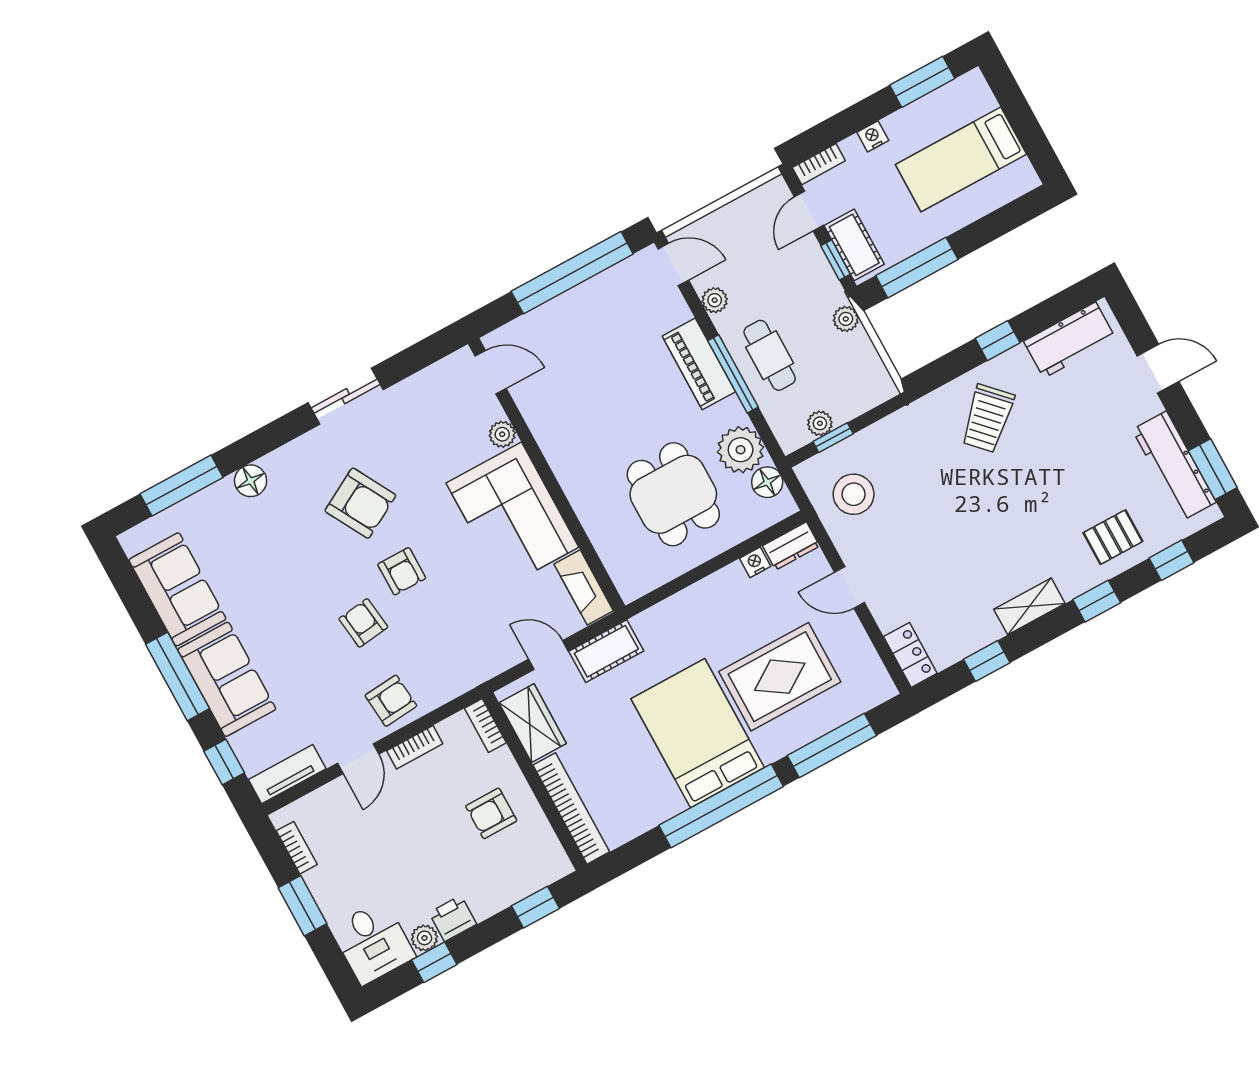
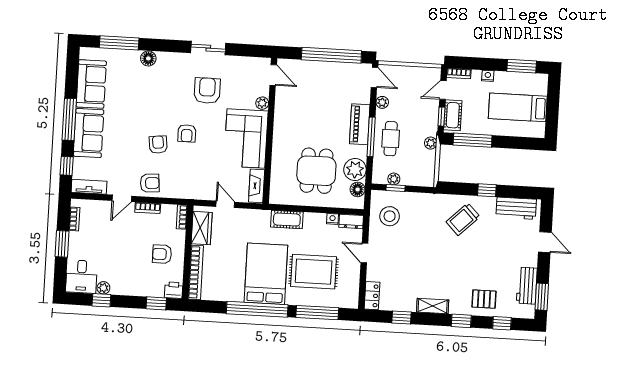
workbench: (1174, 466) -> (527, 286), width x0.73
armchair: (360, 503) -> (207, 91), moved, turned -151
cot: (606, 651) -> (287, 220), moved
printer: (453, 918) -> (174, 290), moved

